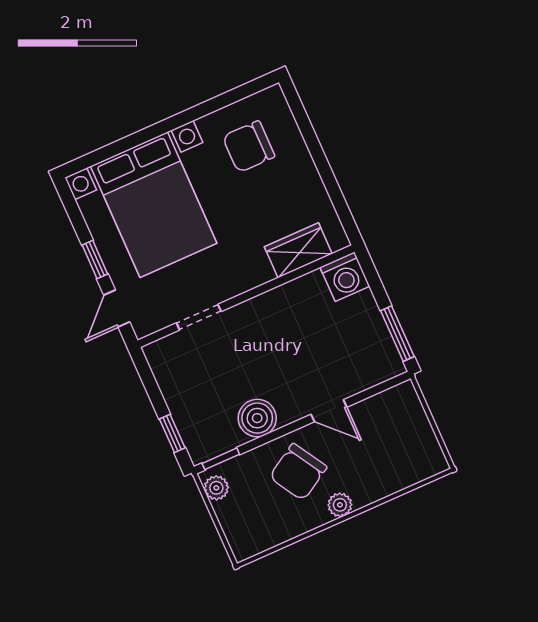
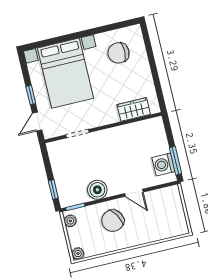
washing machine: (345, 277) -> (163, 164), moved, turned 90
plant: (340, 505) -> (78, 254), moved

